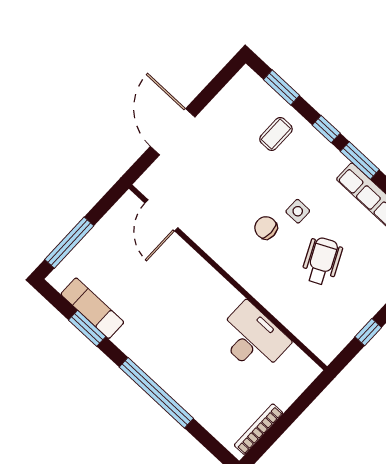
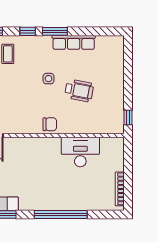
chair: (266, 228) -> (50, 124), moved, turned 180
wheelchair: (322, 261) -> (79, 90), turned 127
window: (368, 332) -> (128, 118), moved

